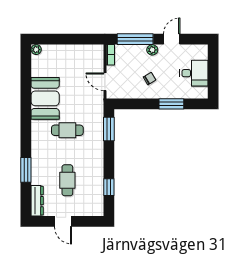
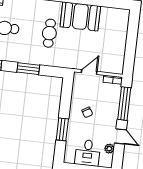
plant: (36, 50) -> (125, 13), removed
plant: (152, 50) -> (109, 149), moved
window: (109, 129) -> (28, 69), moved

